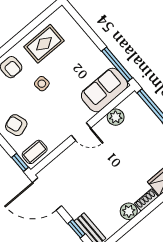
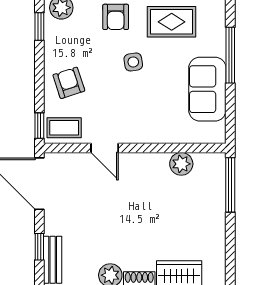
window: (117, 64) -> (230, 55), moved
sofa: (104, 90) -> (207, 89), moved, turned -90
door: (81, 132) -> (105, 148), moved

